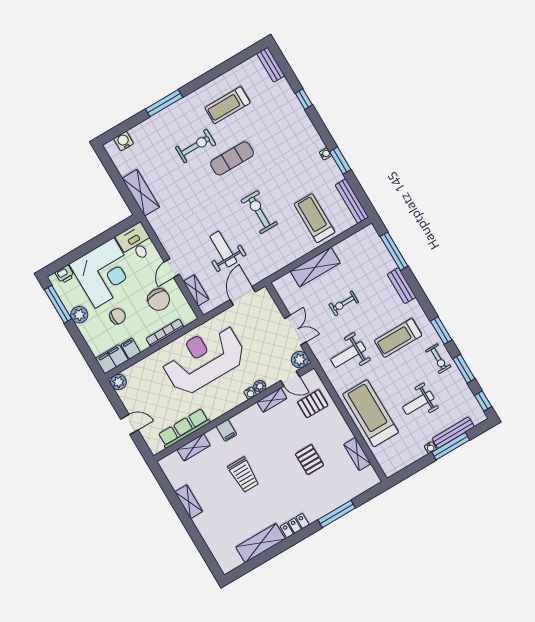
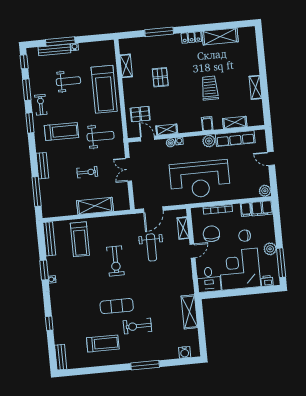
plant: (300, 360) -> (209, 141), moved

